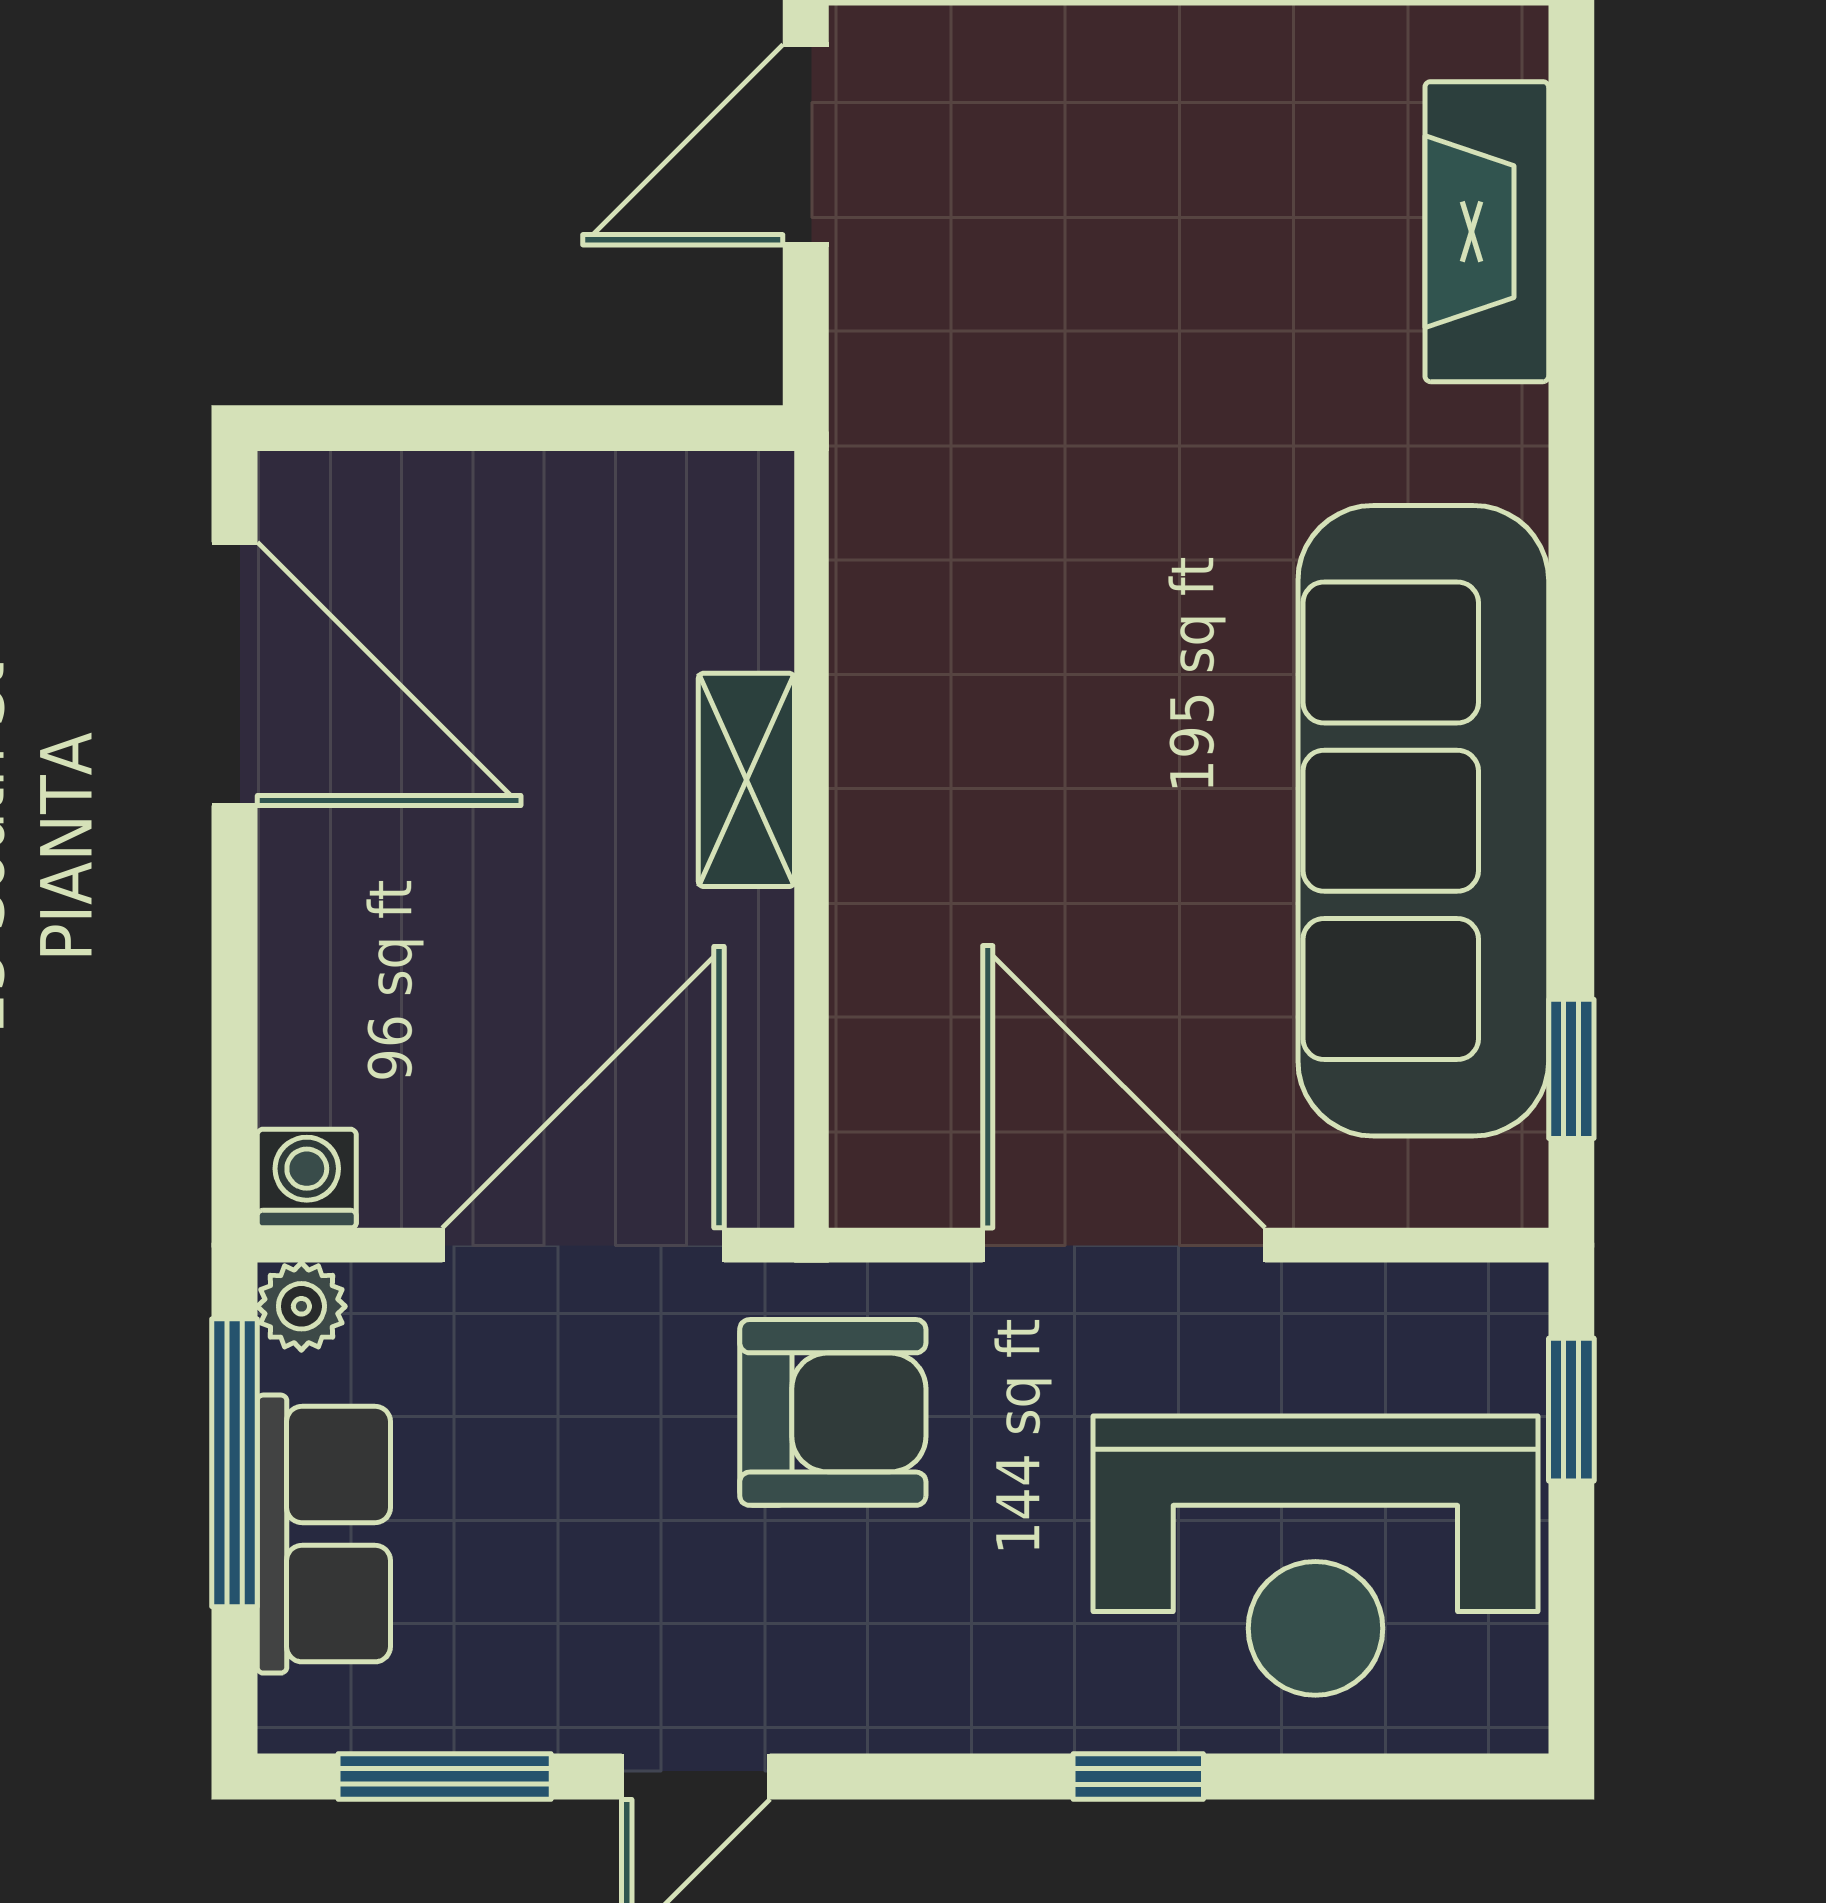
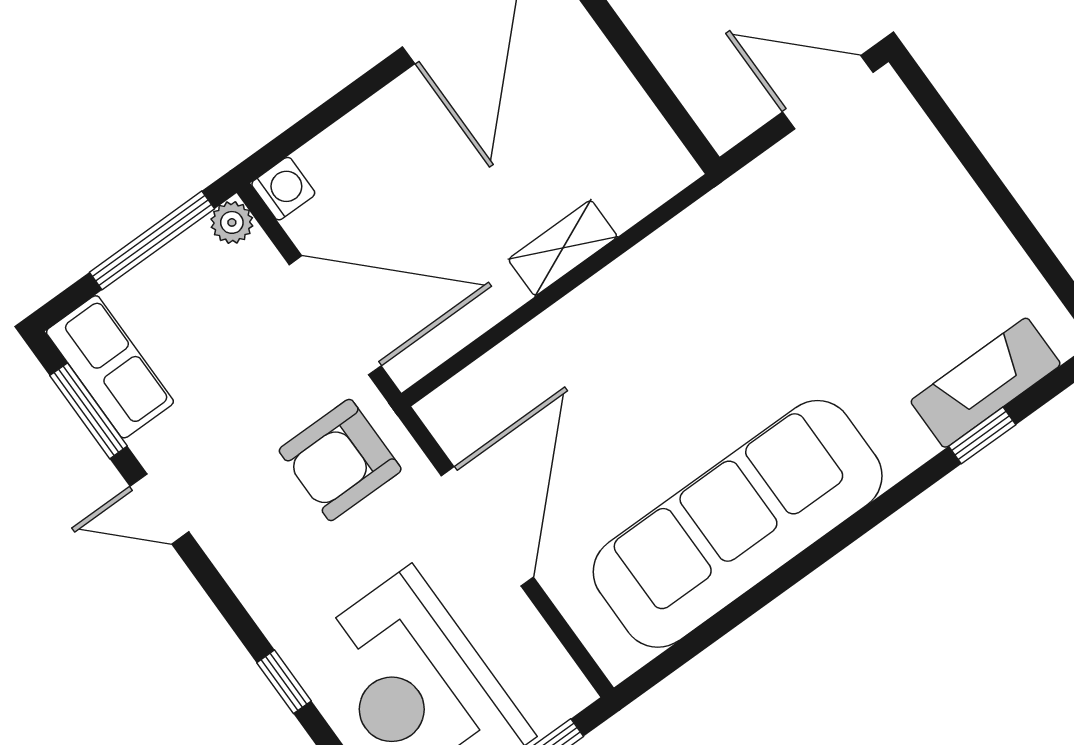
window: (1571, 1069) -> (982, 435), moved
armchair: (833, 1412) -> (340, 460), turned 90
row of seats: (324, 1534) -> (110, 367), moved, turned -90

